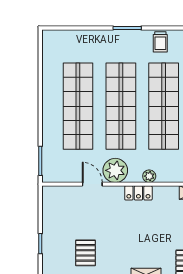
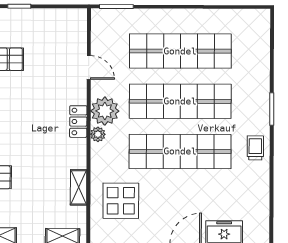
trolley: (160, 42) -> (255, 148), turned 90
plant: (115, 170) -> (105, 111), moved
door: (92, 184) -> (89, 67), hinge flipped

